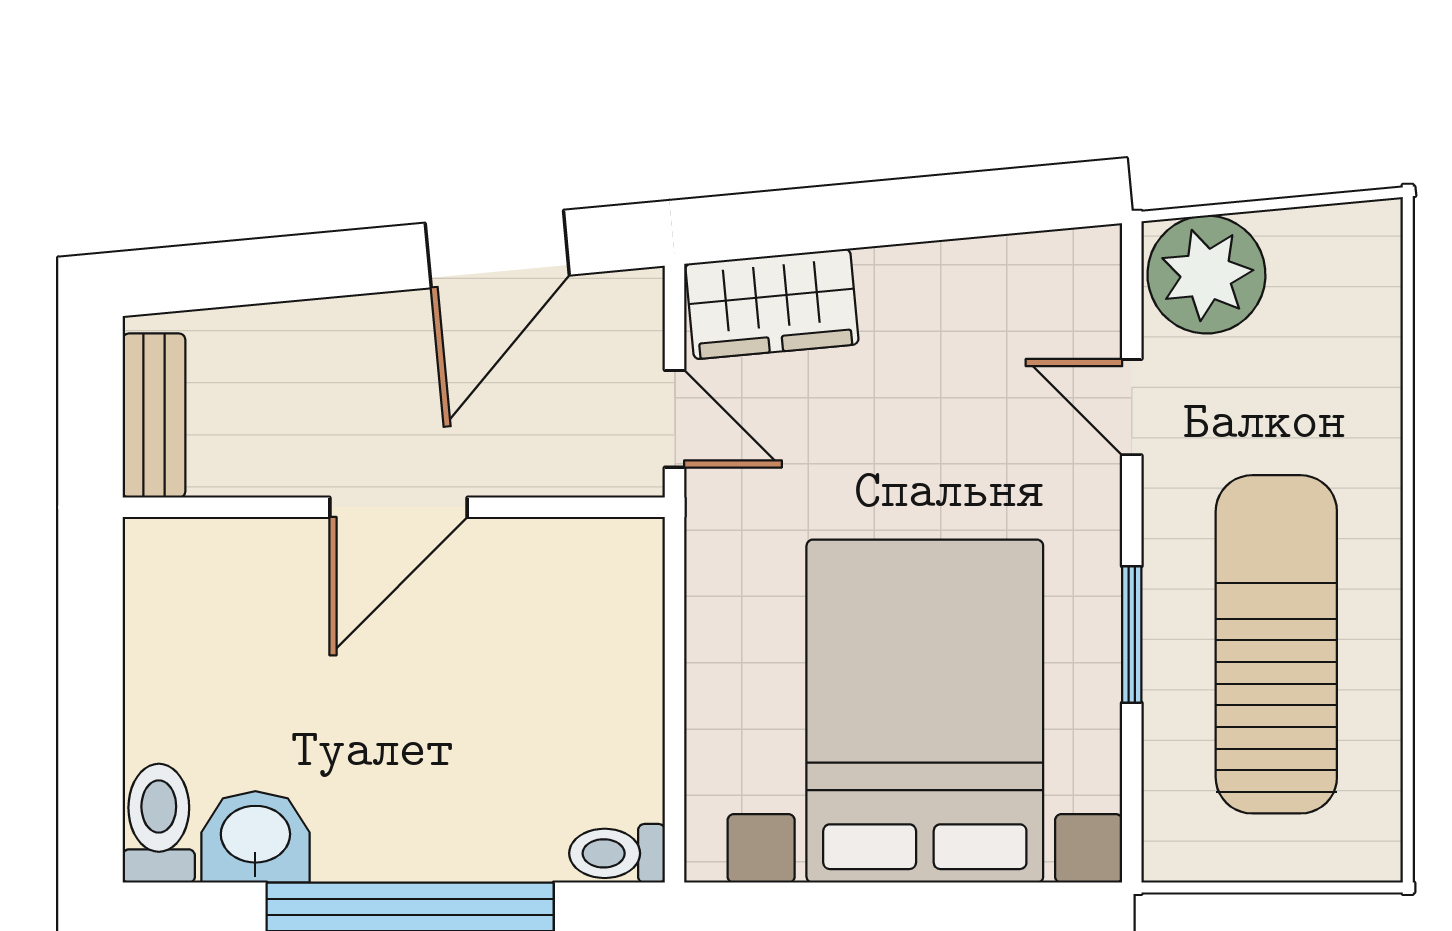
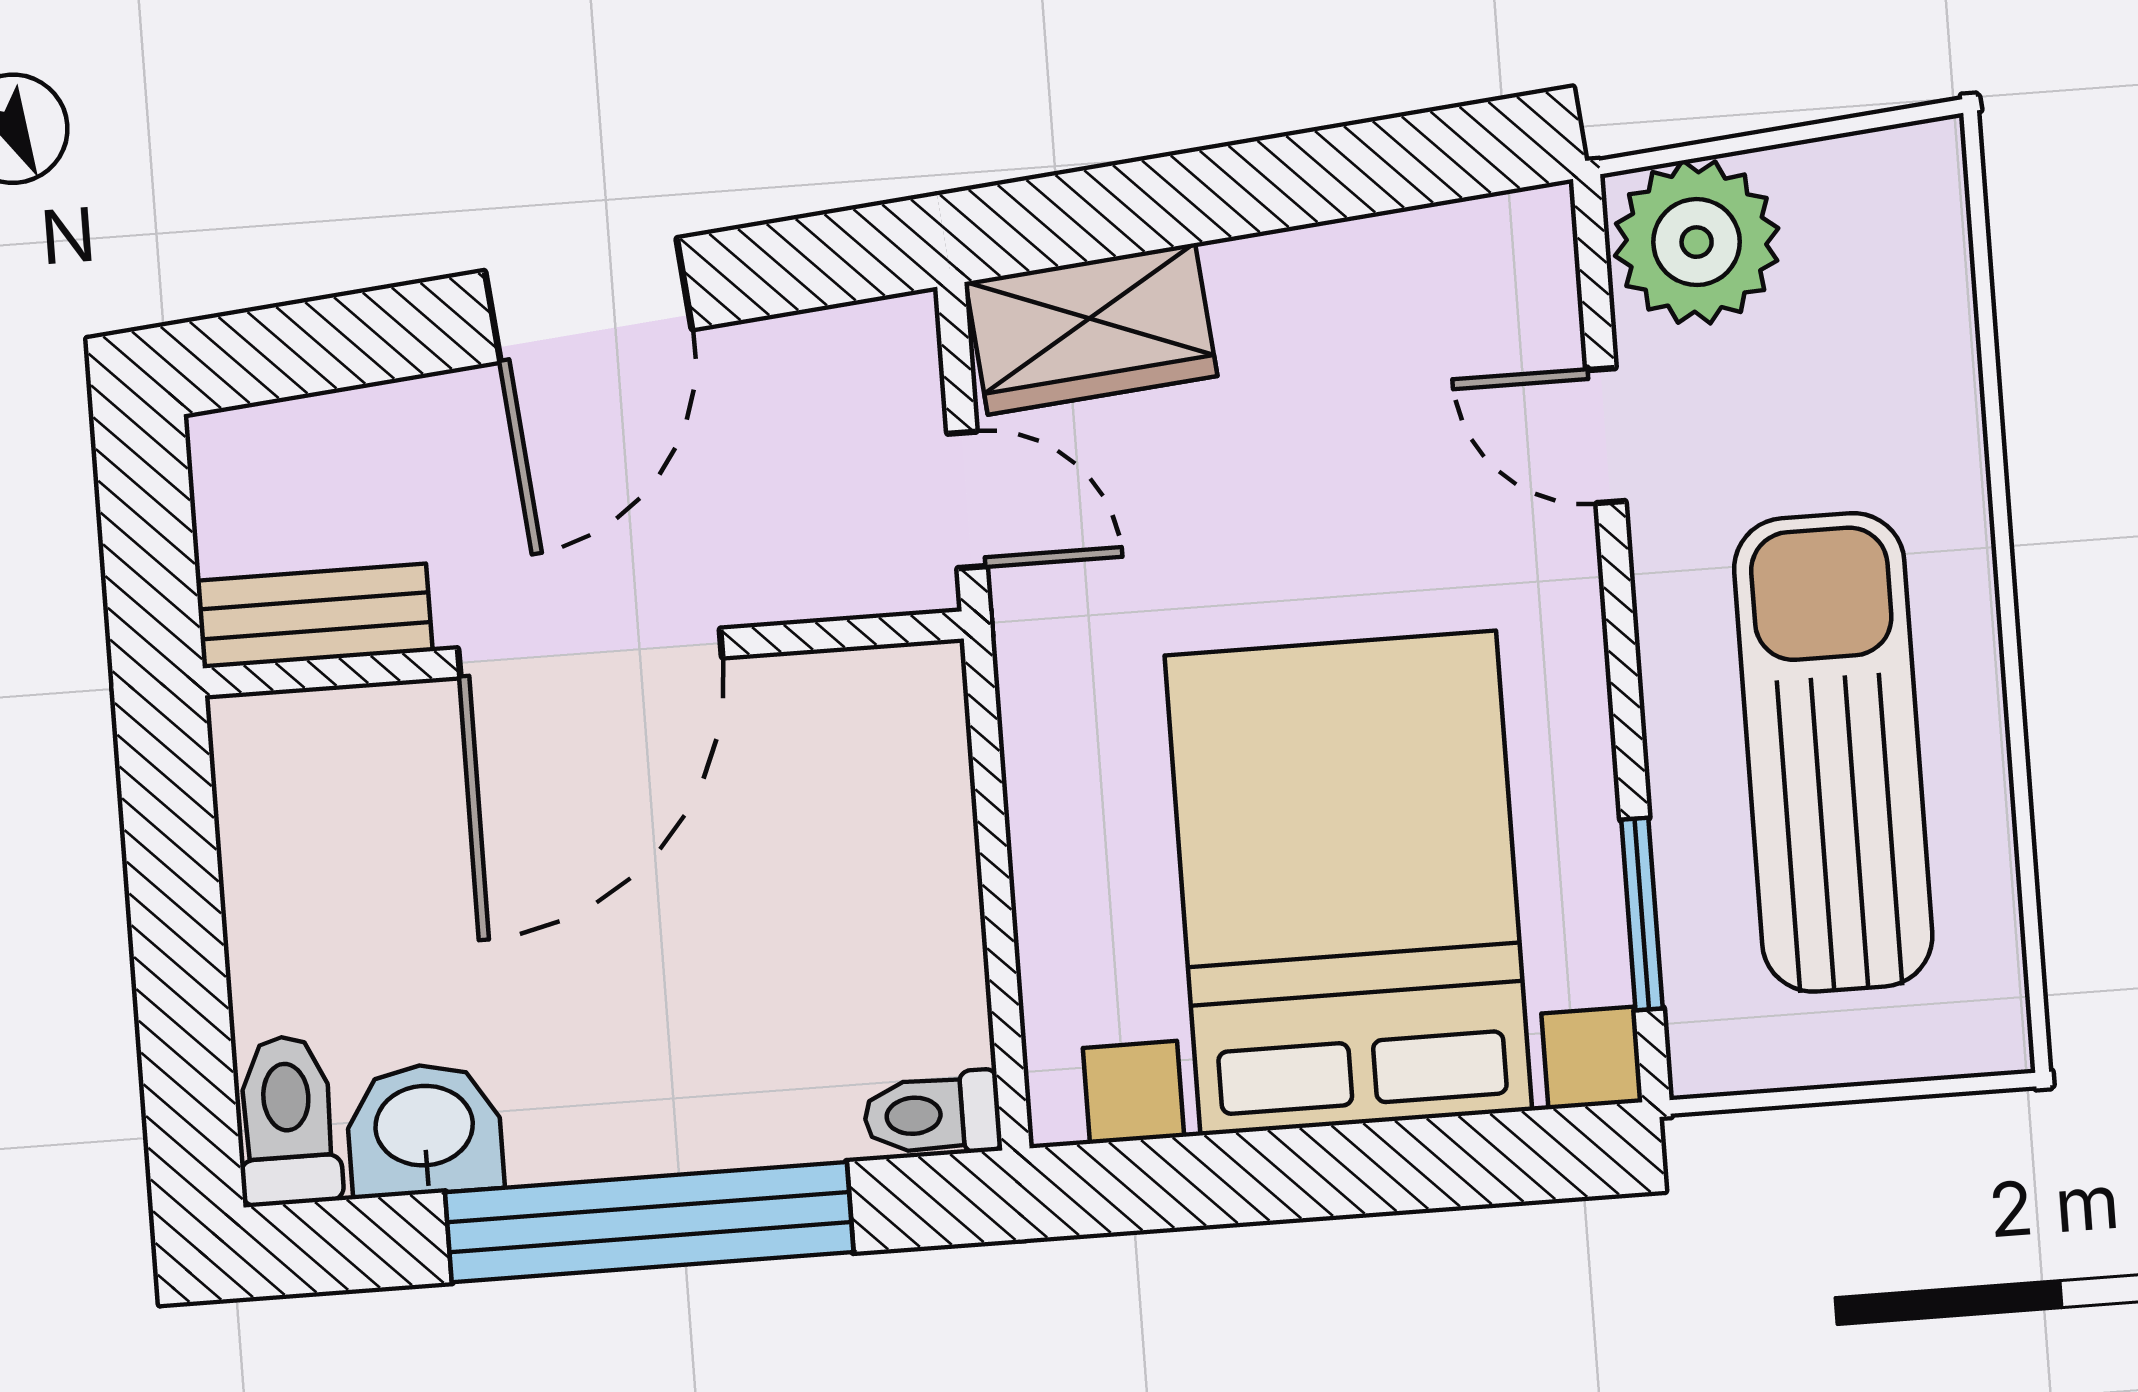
door: (497, 249) -> (588, 300), moved
bench: (154, 416) -> (314, 616), moved, turned 90
door: (399, 507) -> (590, 653), width x1.36
window: (1132, 634) -> (1642, 914), moved

